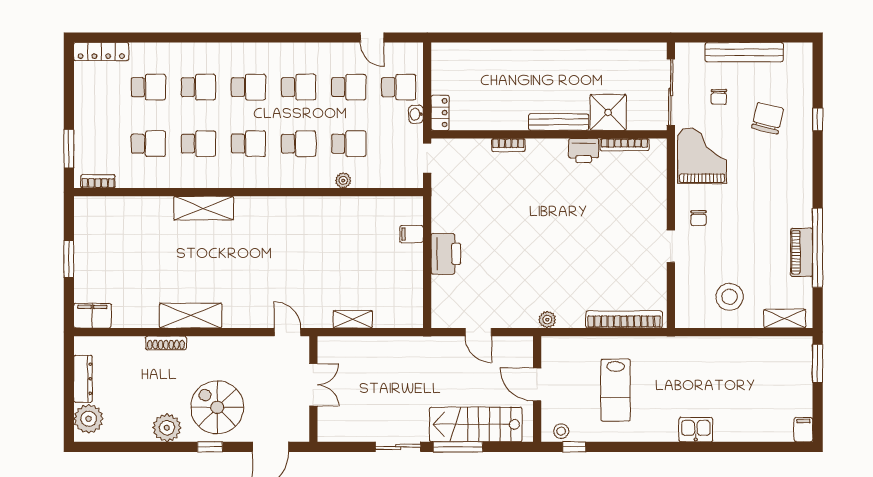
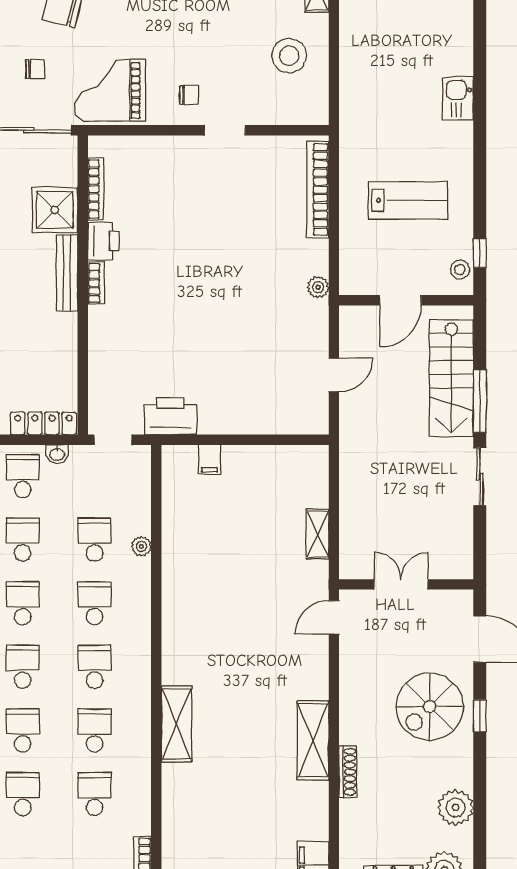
locker: (440, 113) -> (43, 423), width x1.53
bookcase: (508, 145) -> (96, 283), moved
printer: (446, 254) -> (170, 416), moved
plant: (167, 428) -> (456, 807), moved

